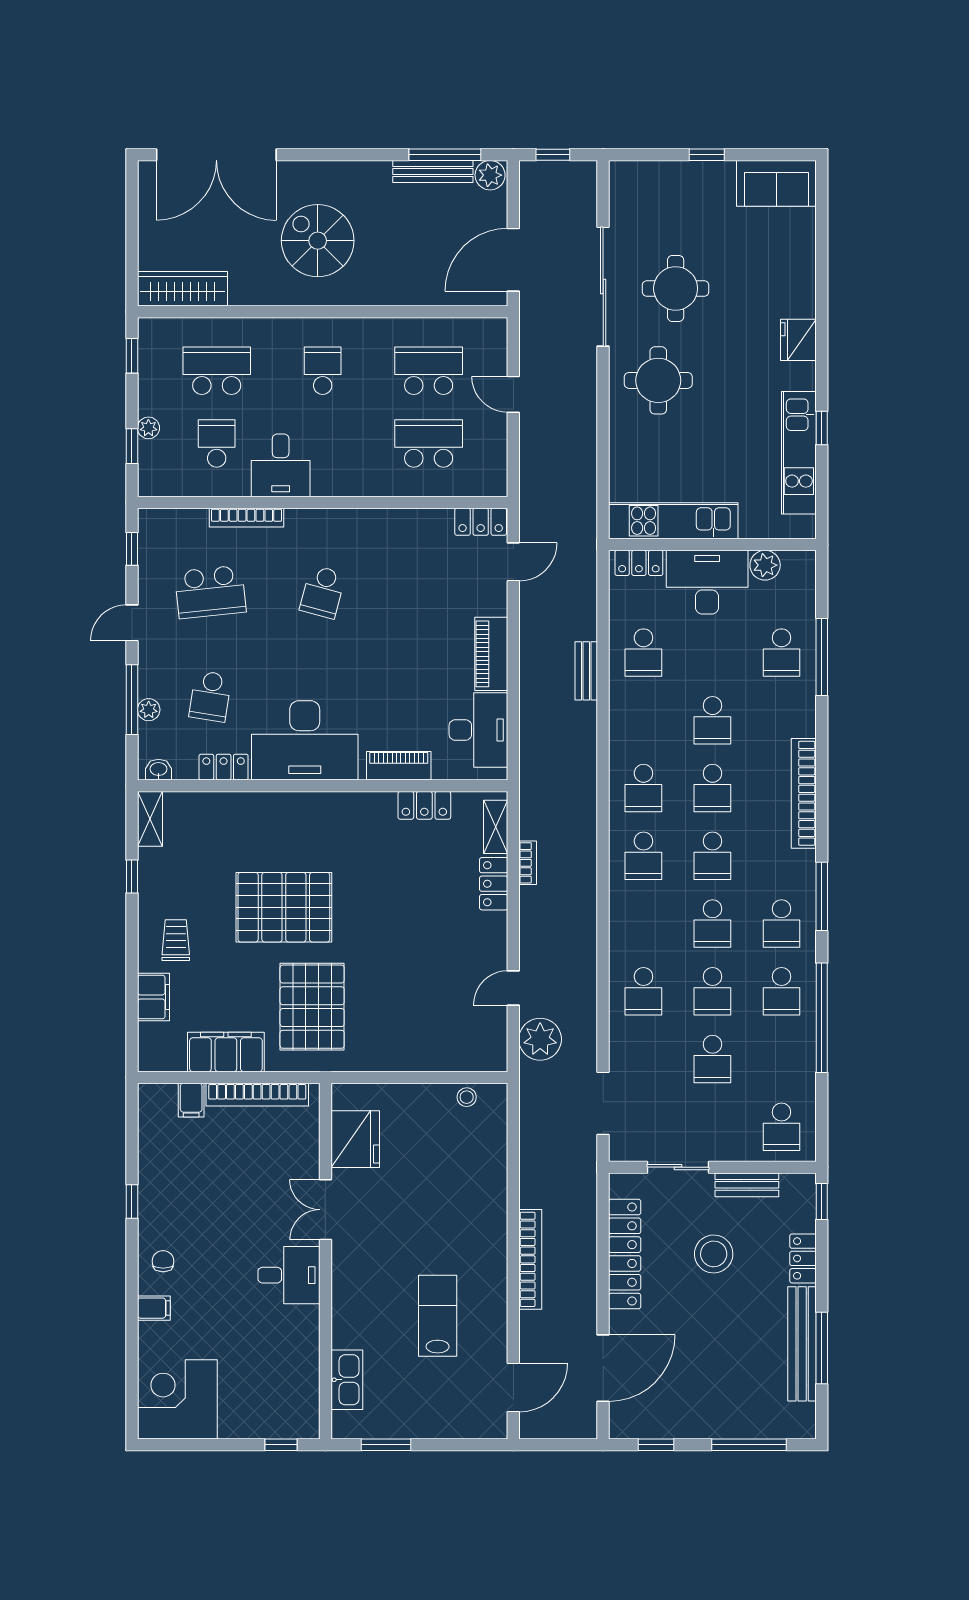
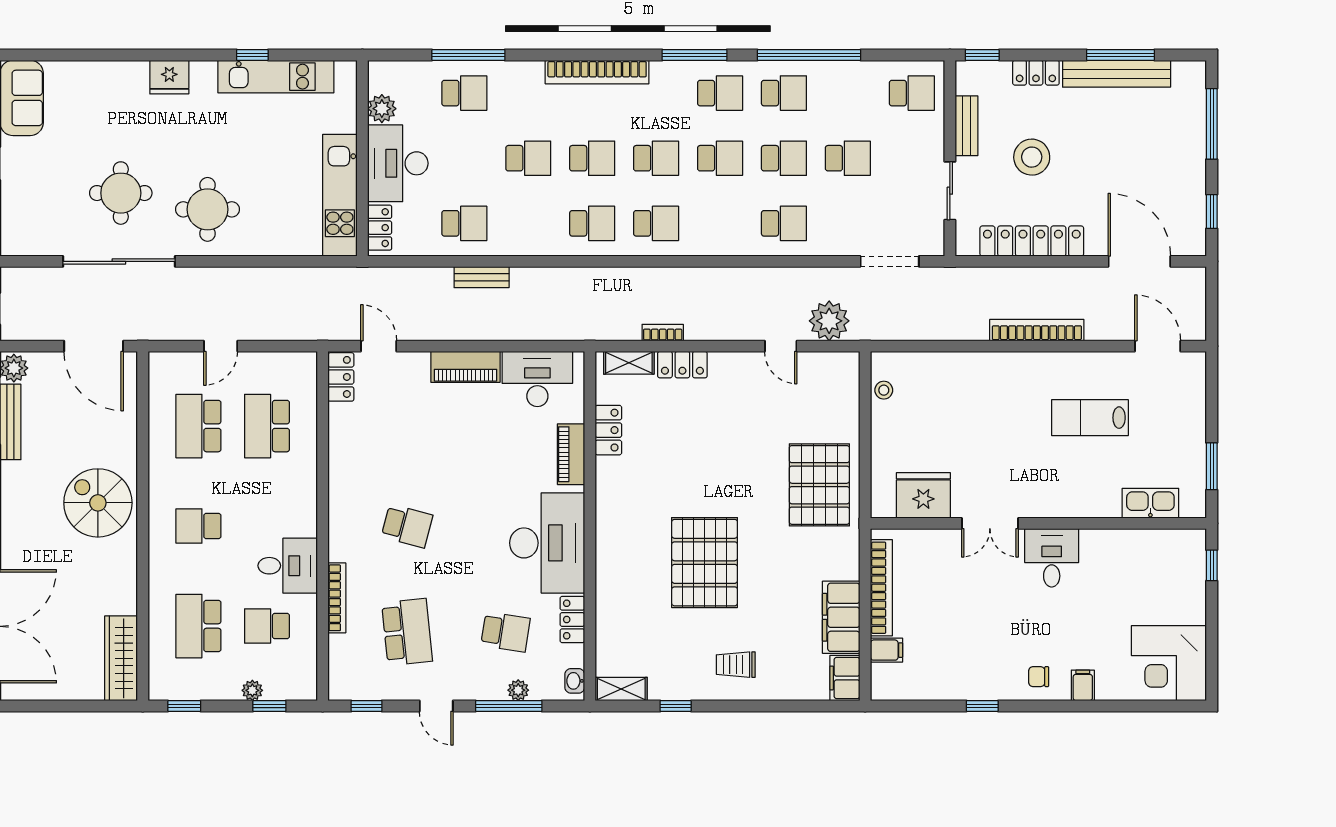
spiral stairs: (318, 241) -> (98, 503), moved, turned 90
filing cabinet: (153, 997) -> (845, 678), moved, turned -90
pallet: (312, 1007) -> (819, 485), moved, turned 90

